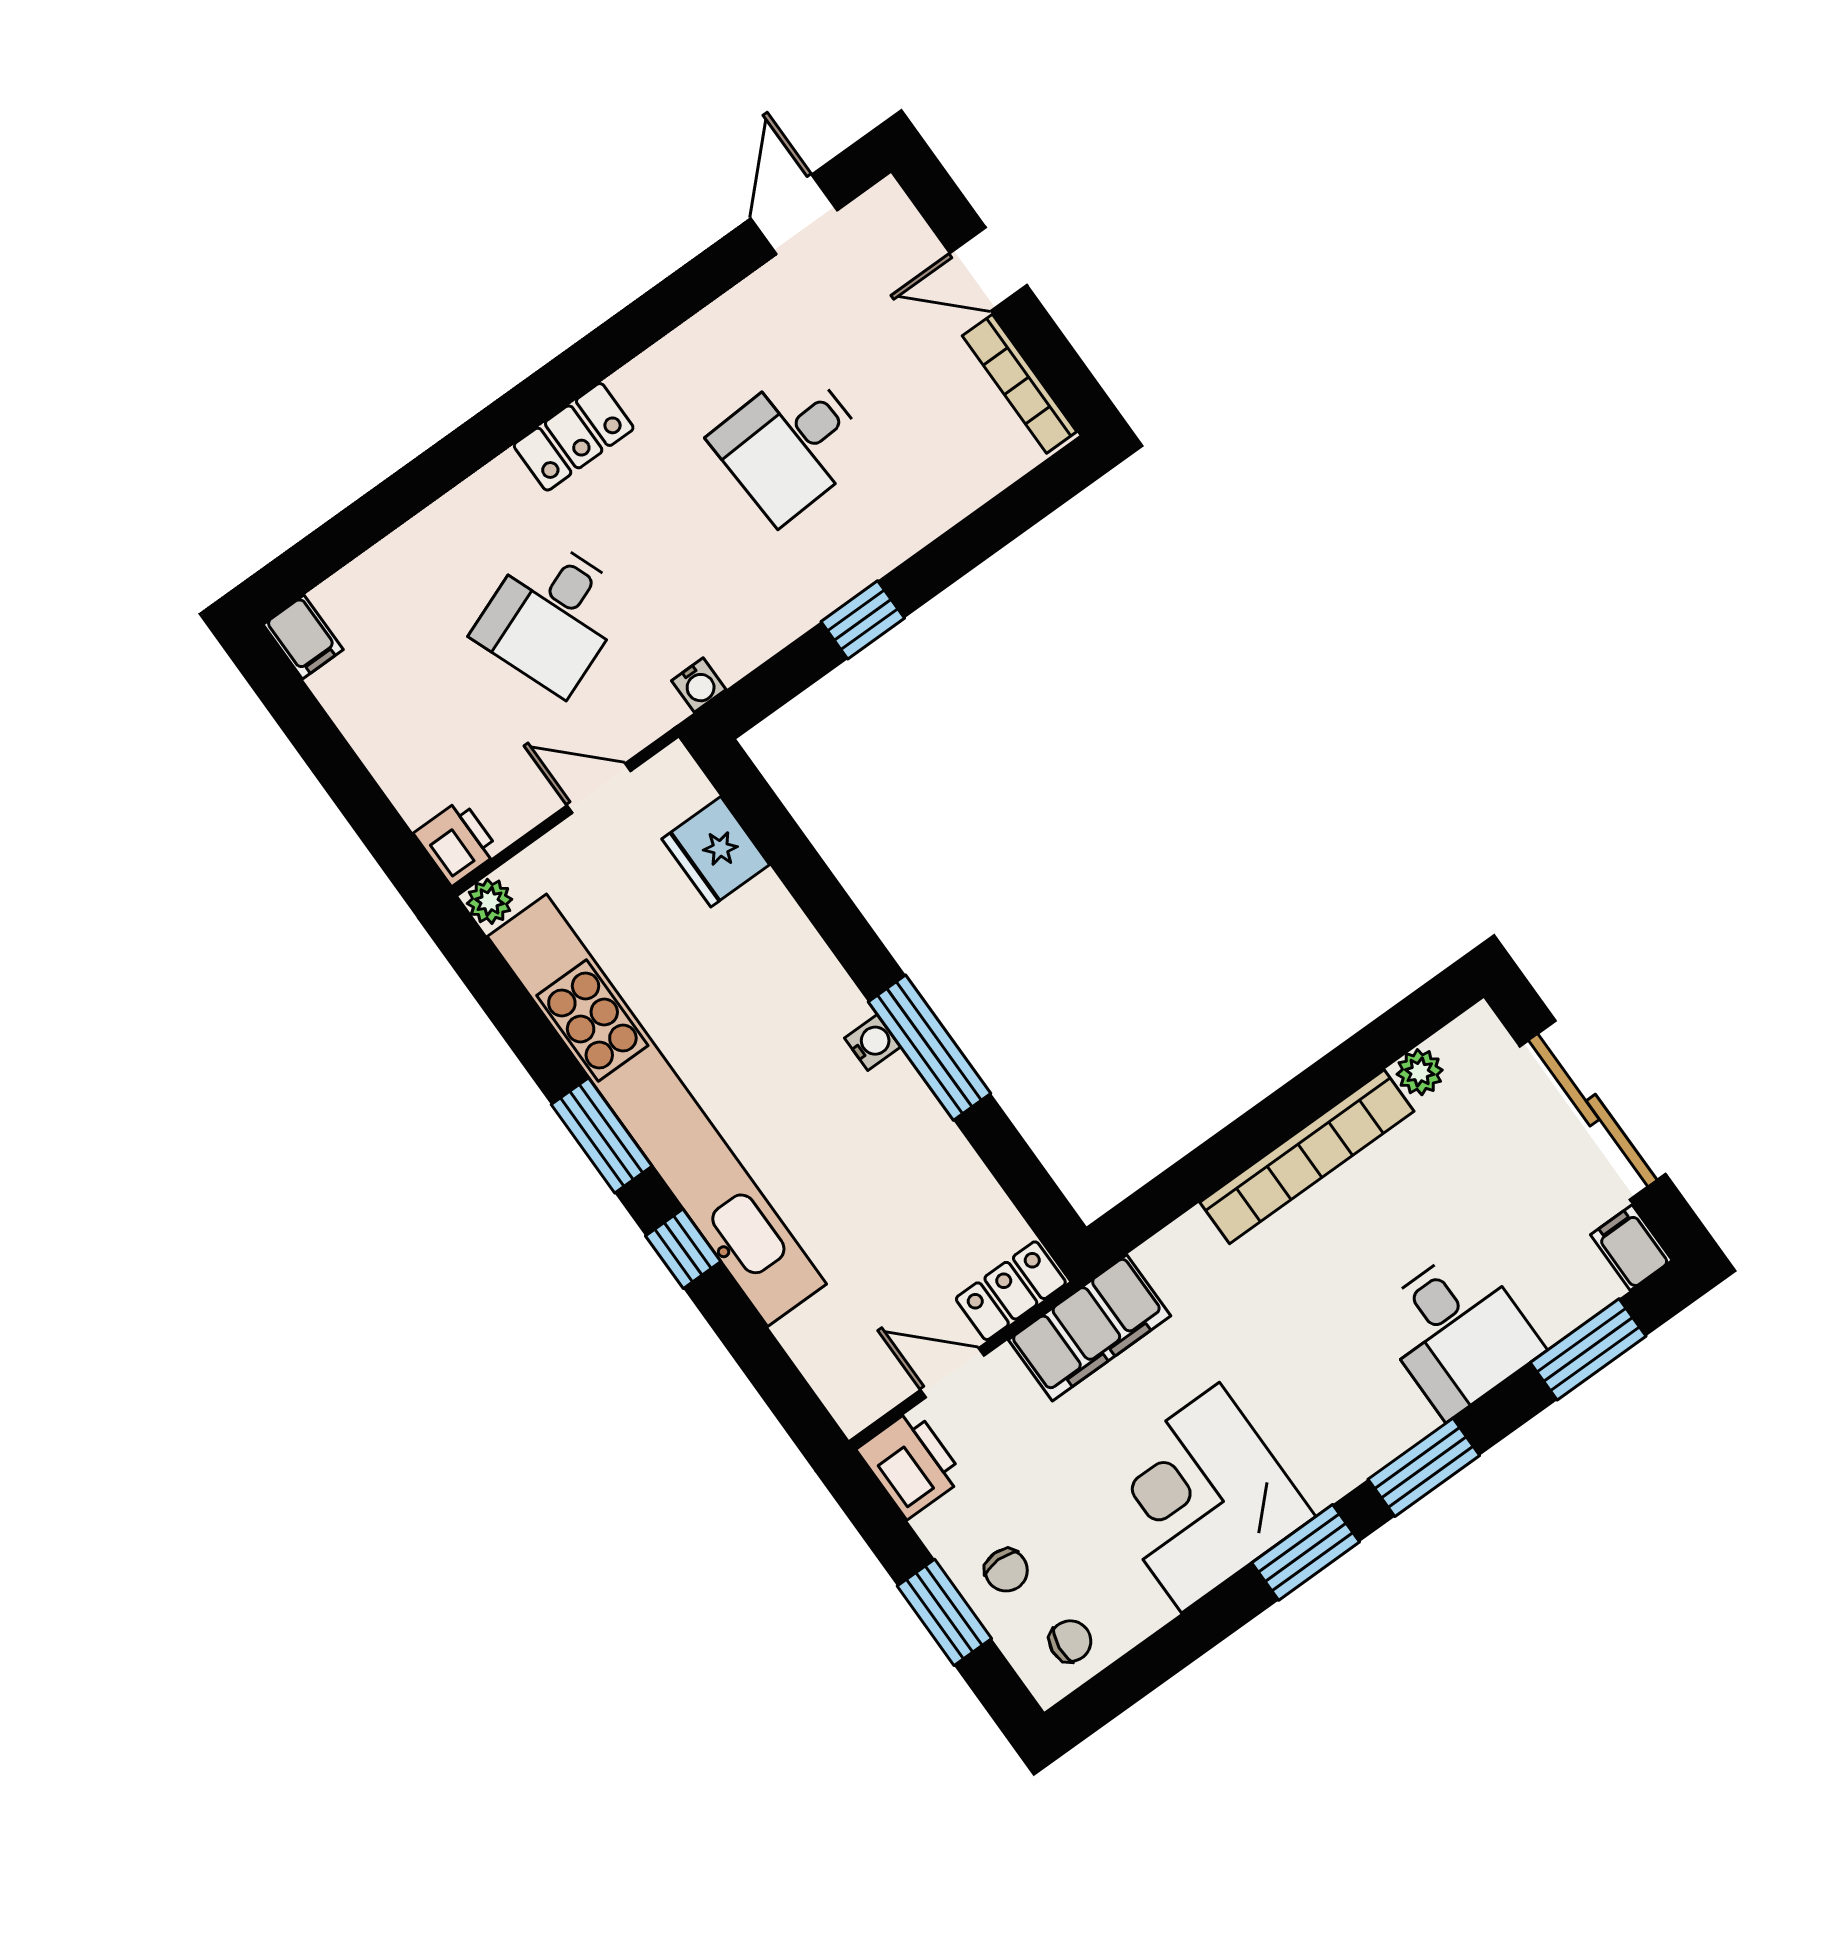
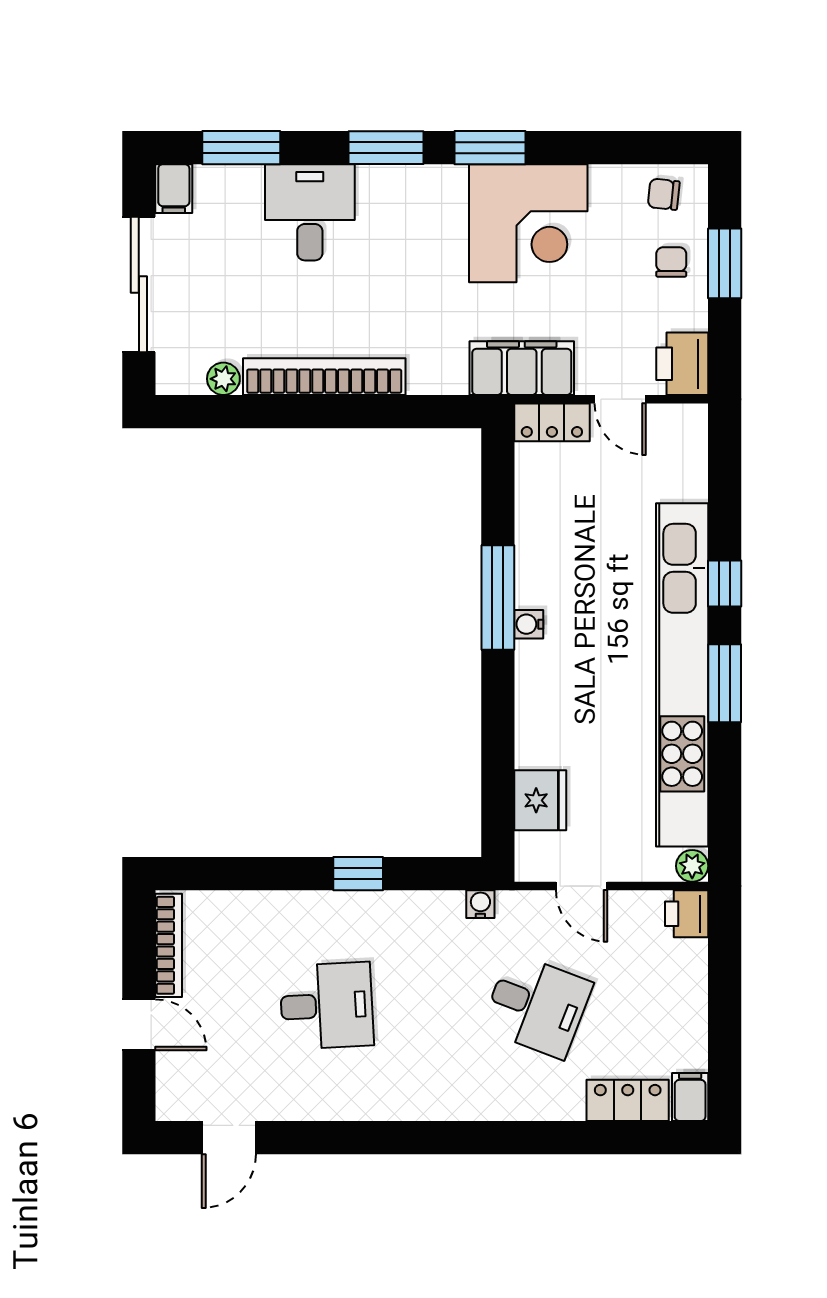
locker: (574, 437) -> (628, 1100), moved
desk: (552, 616) -> (537, 1006), turned 42

